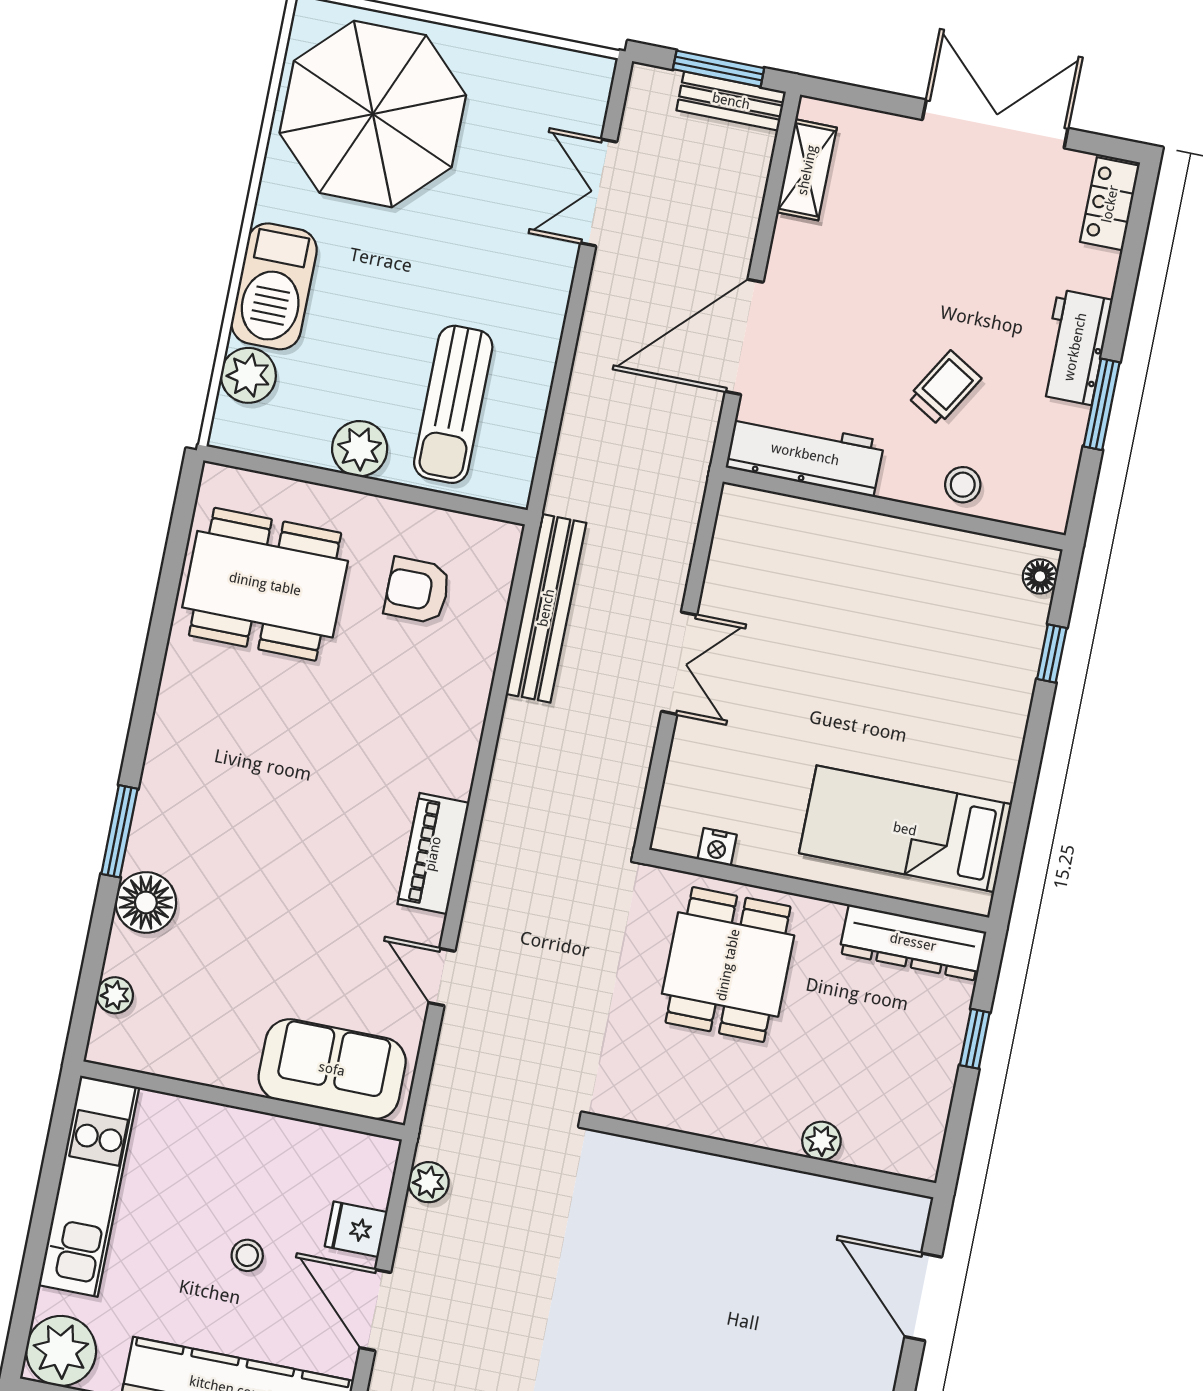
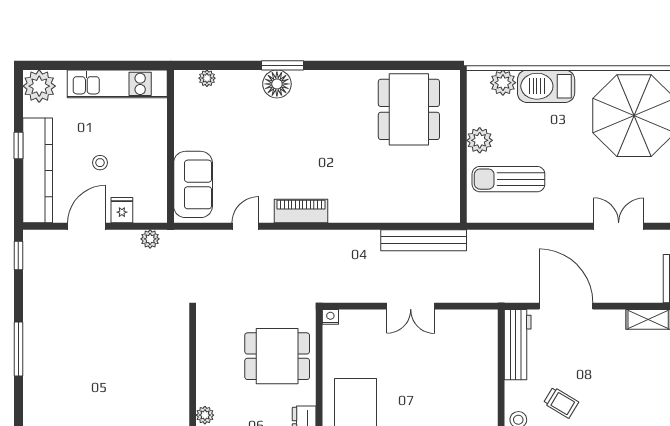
armchair: (417, 590) -> (420, 180), removed
nightstand: (717, 847) -> (330, 317), moved, turned 90
floor lamp: (146, 902) -> (277, 84), moved

